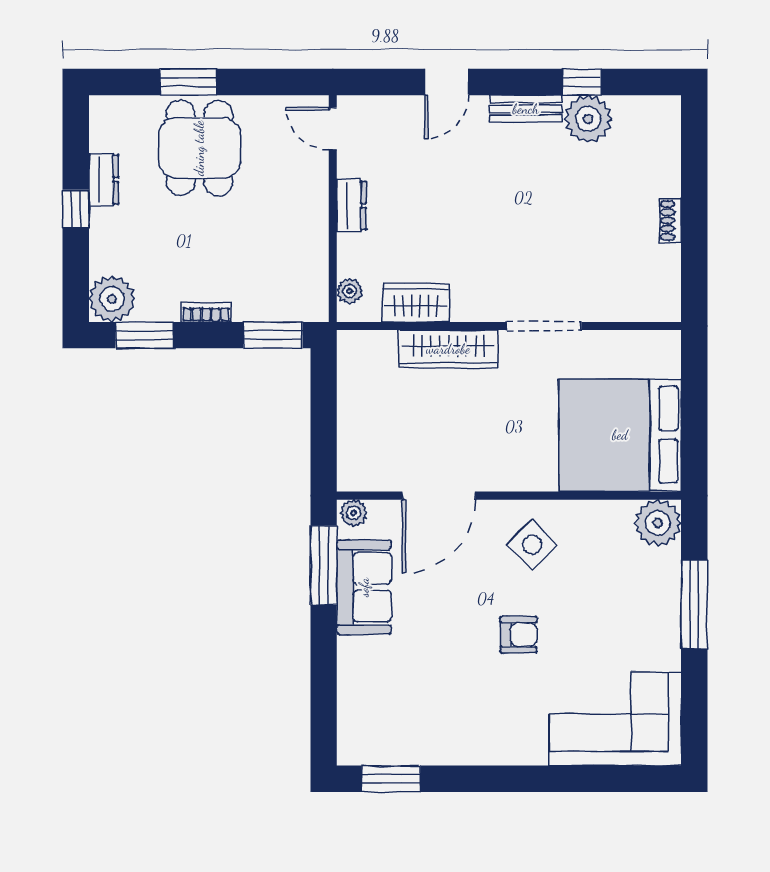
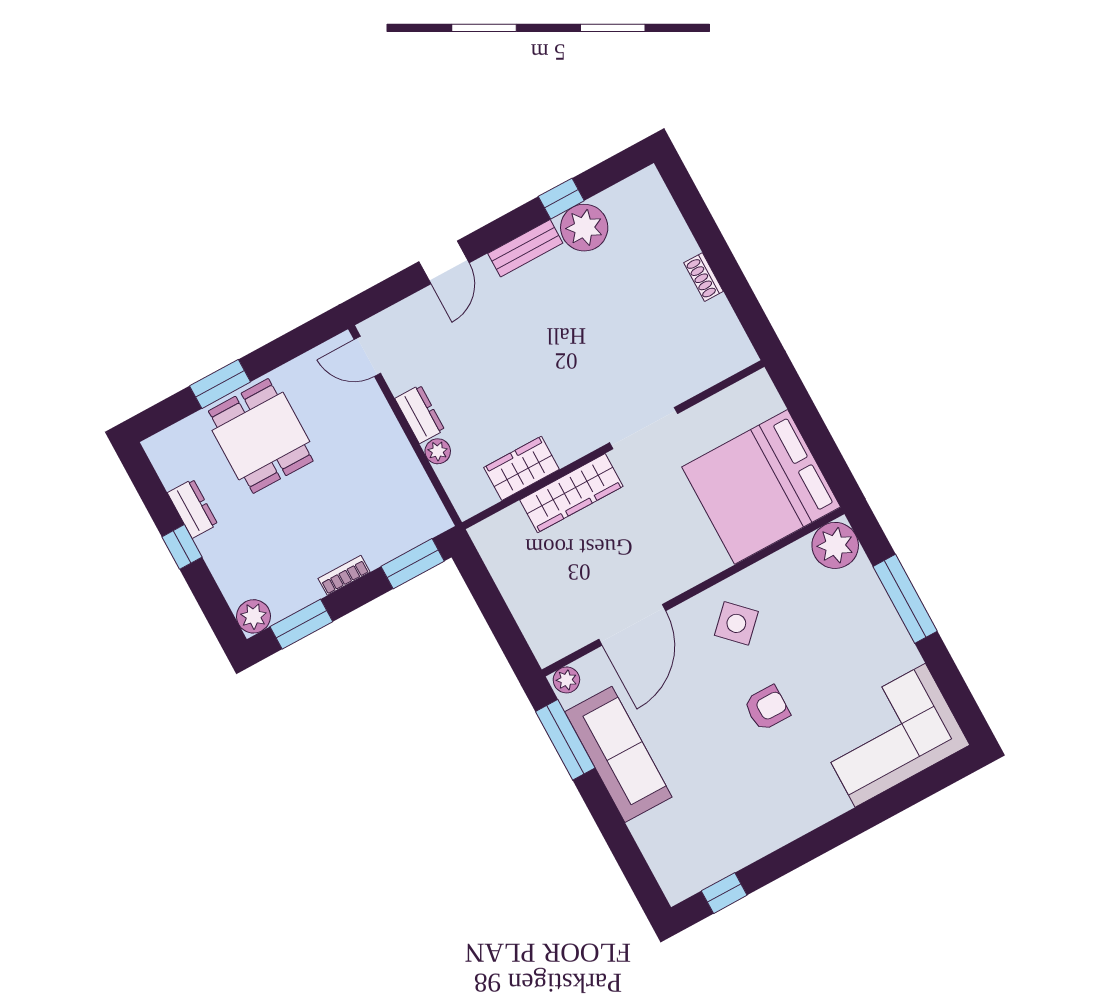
plant: (350, 291) -> (438, 451), moved
plant: (112, 299) -> (254, 616), width x0.73, depth x0.73
sofa: (364, 587) -> (618, 754), width x1.36
window: (391, 779) -> (724, 893), width x0.67

